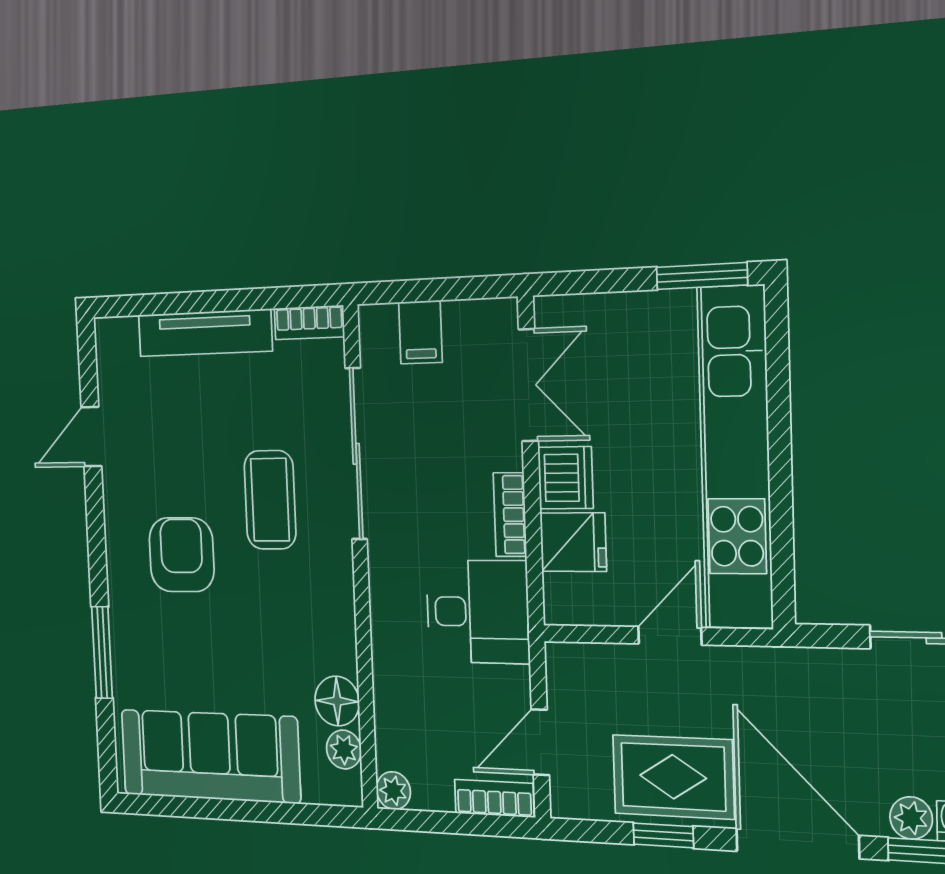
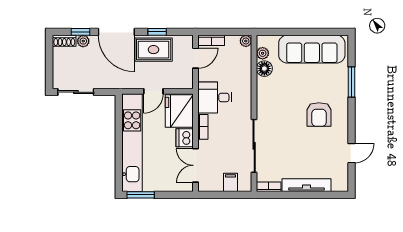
coffee table: (270, 500) -> (285, 132), removed
fridge: (573, 542) -> (179, 111), width x1.88, depth x1.34

